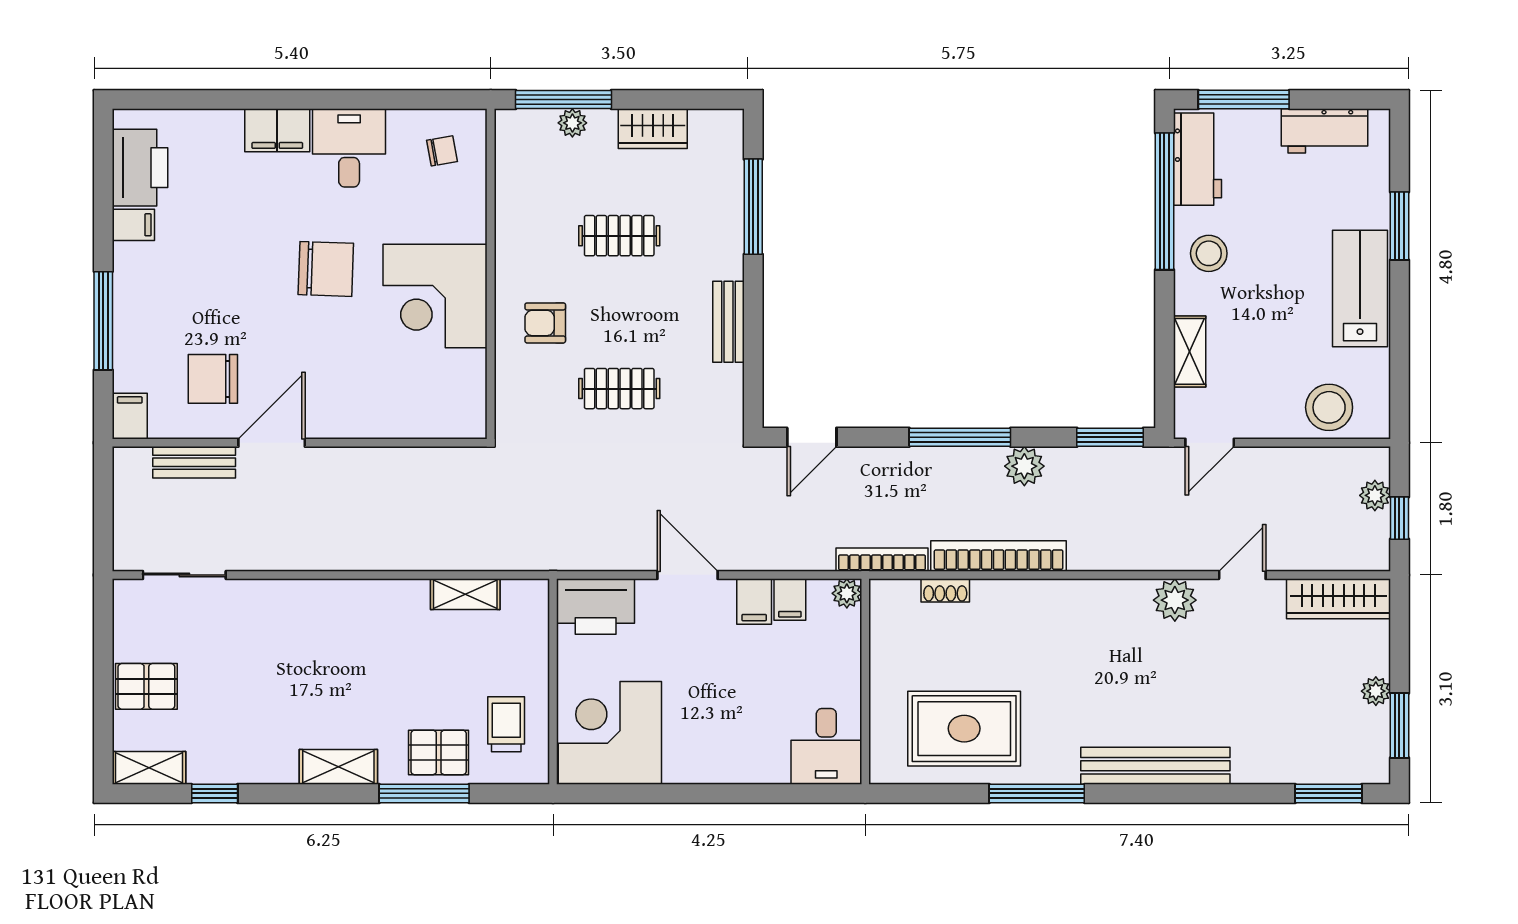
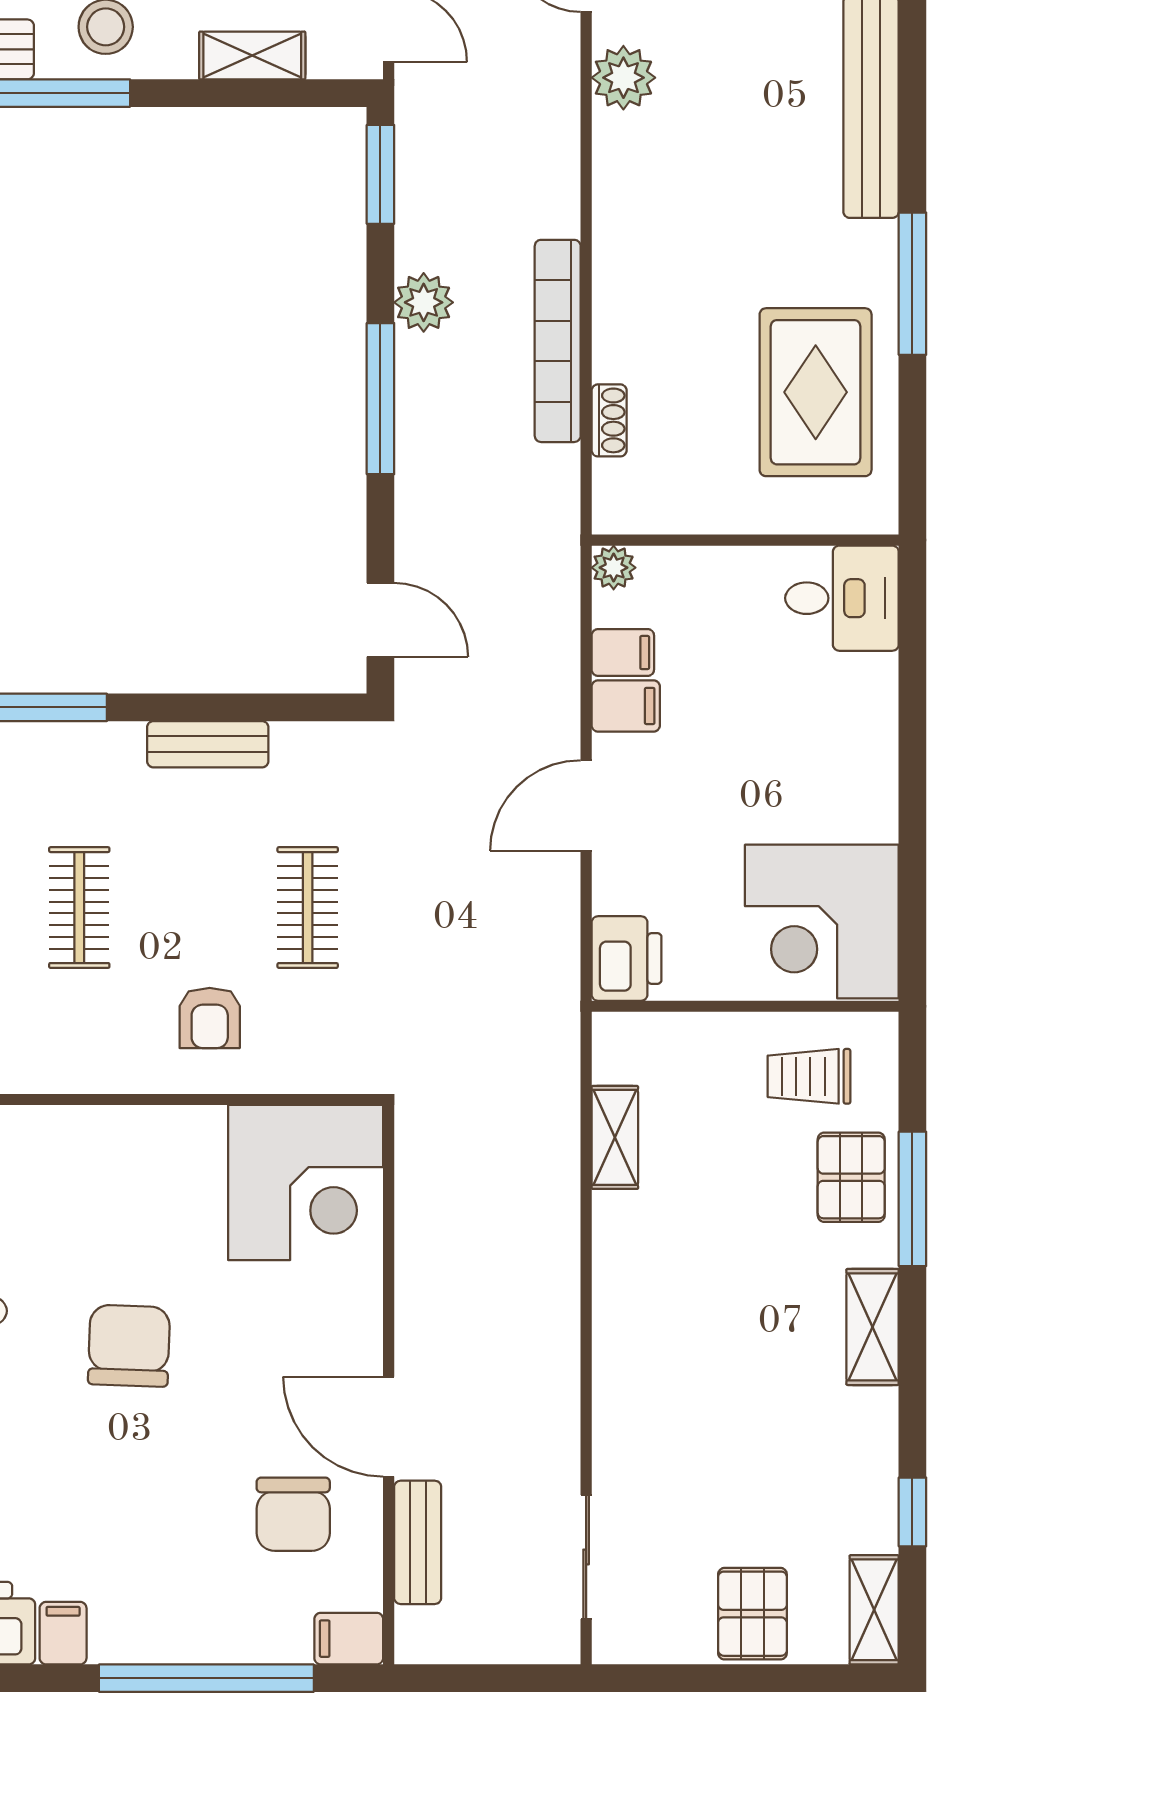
corner desk: (435, 296) -> (306, 1183), moved
window: (103, 321) -> (206, 1678), width x1.46
bookcase: (882, 560) -> (563, 515), removed
printer: (596, 607) -> (627, 959), width x0.73, depth x0.84

